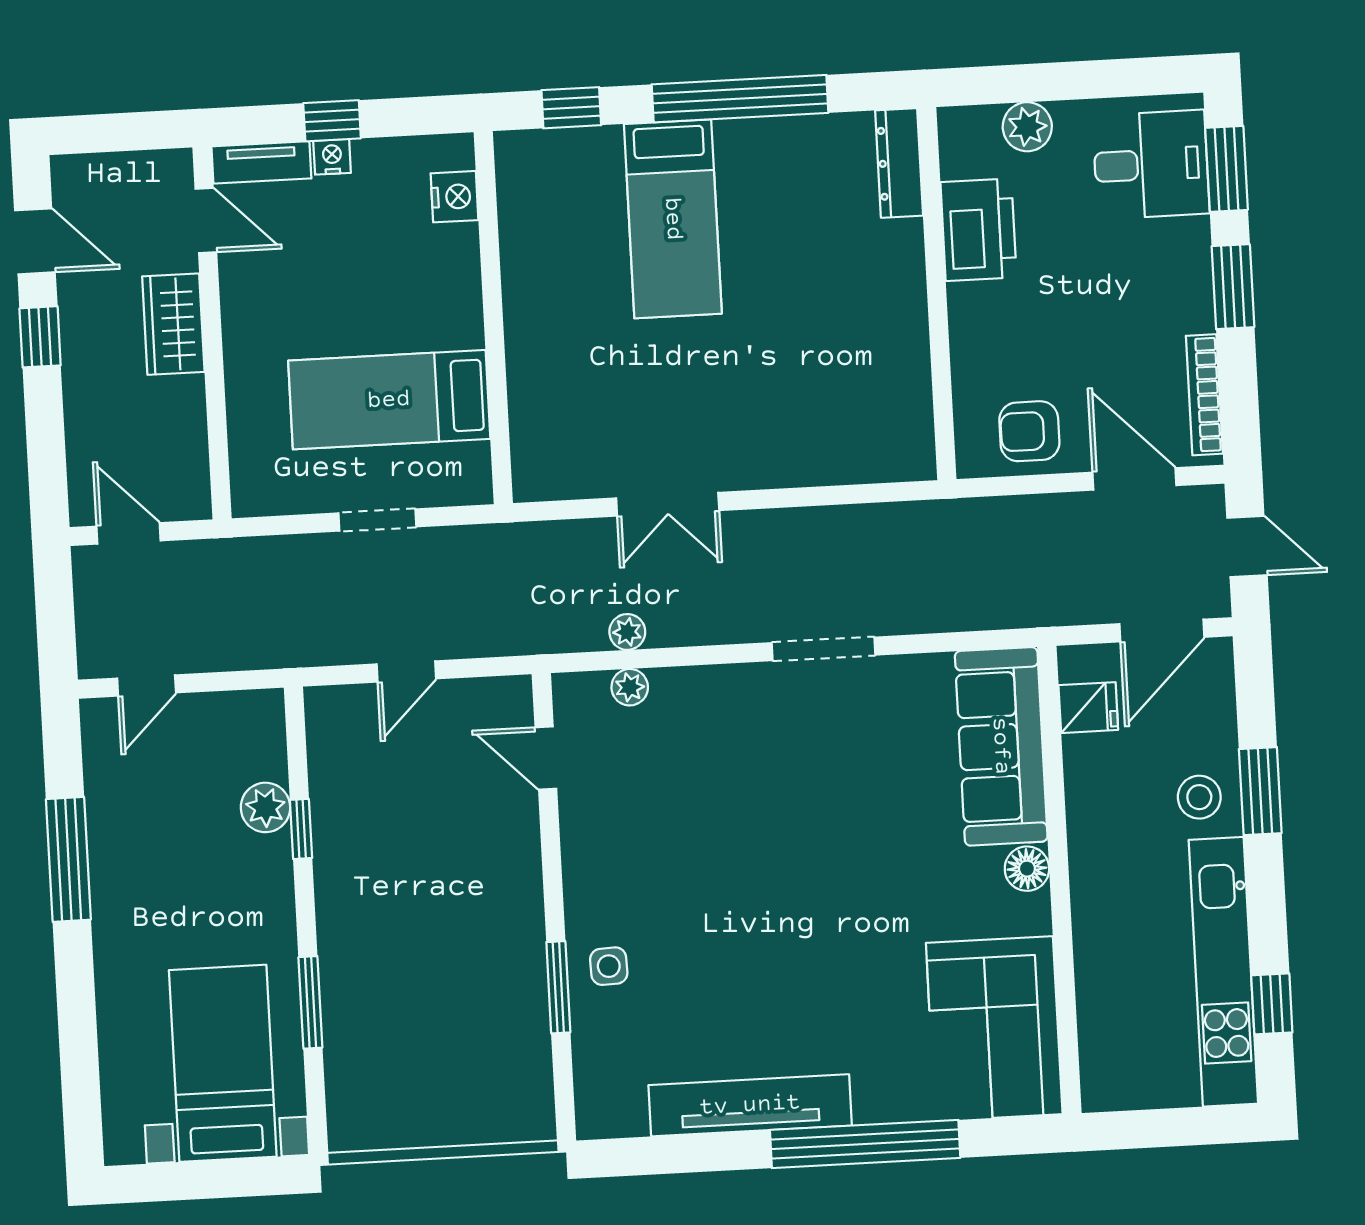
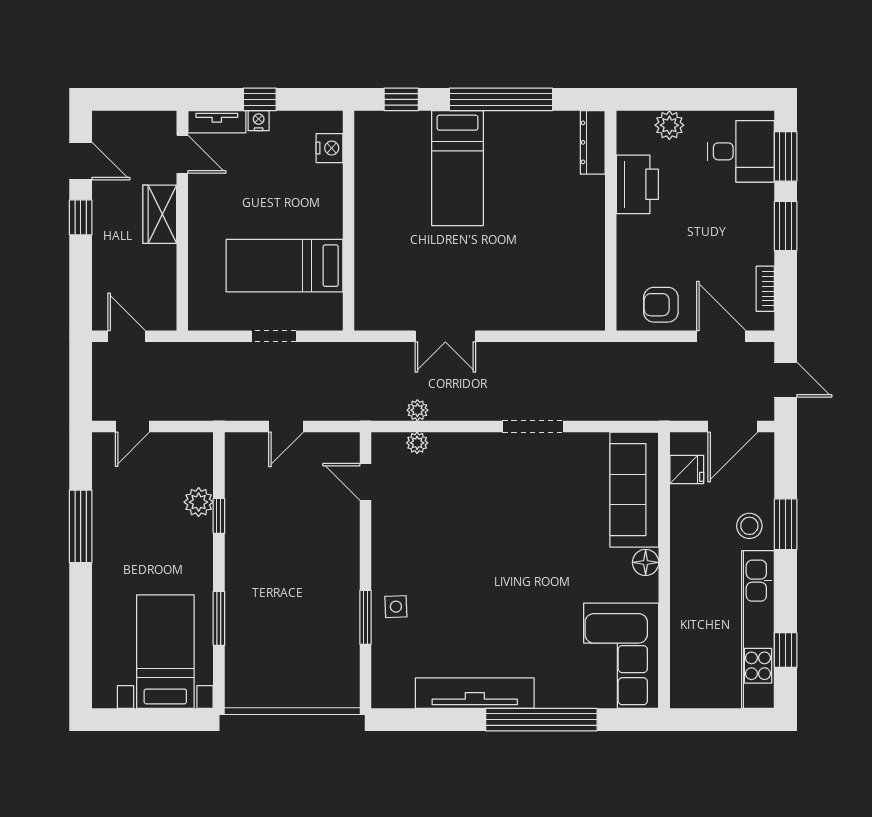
bookcase: (1204, 395) -> (765, 289), width x0.64

